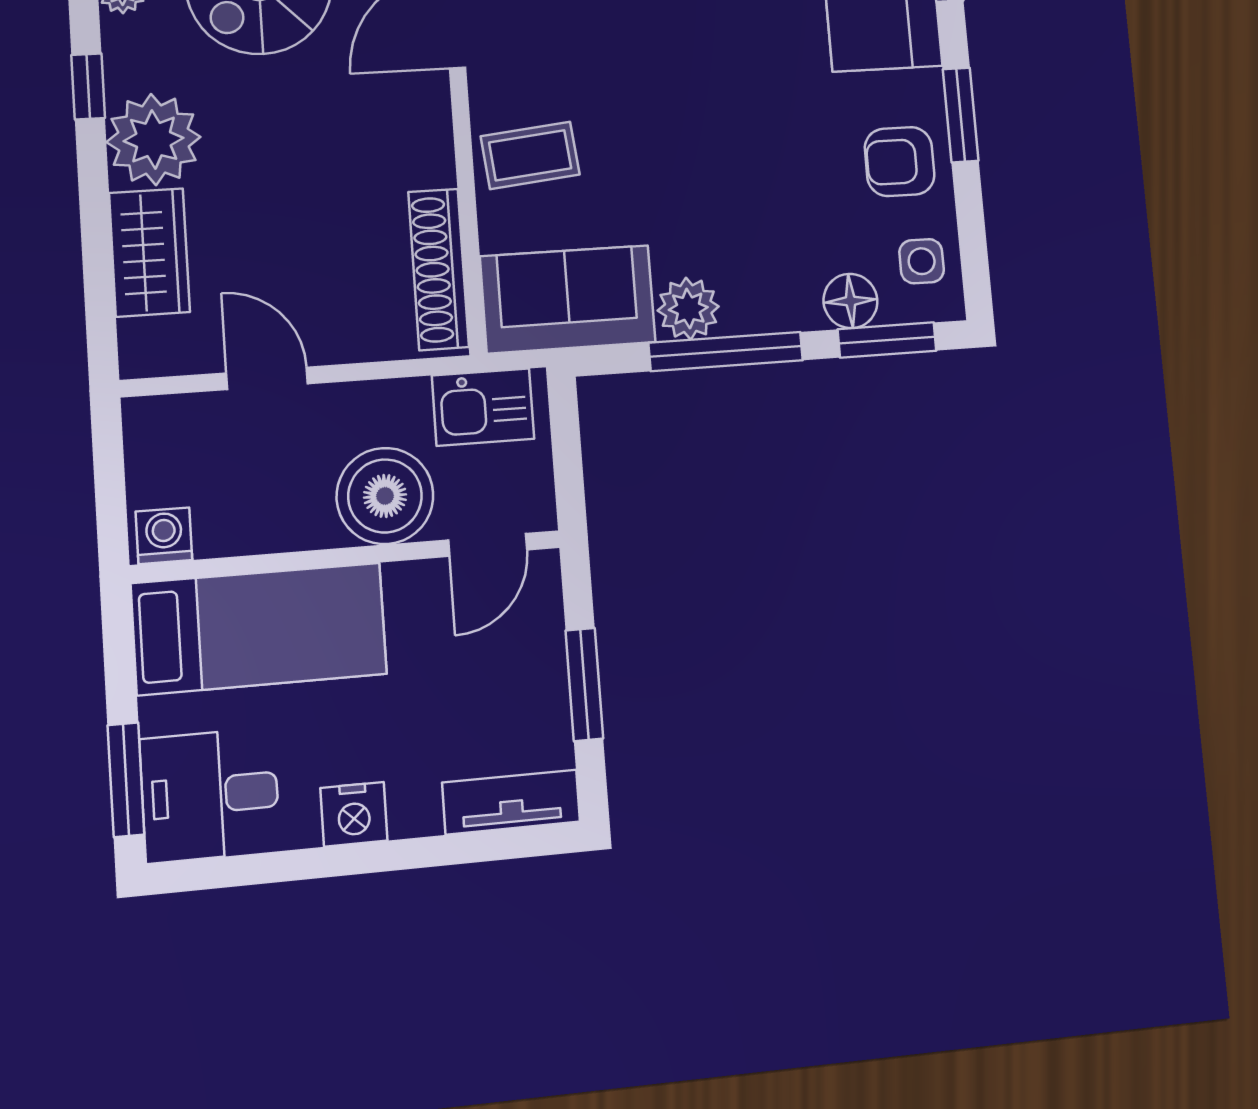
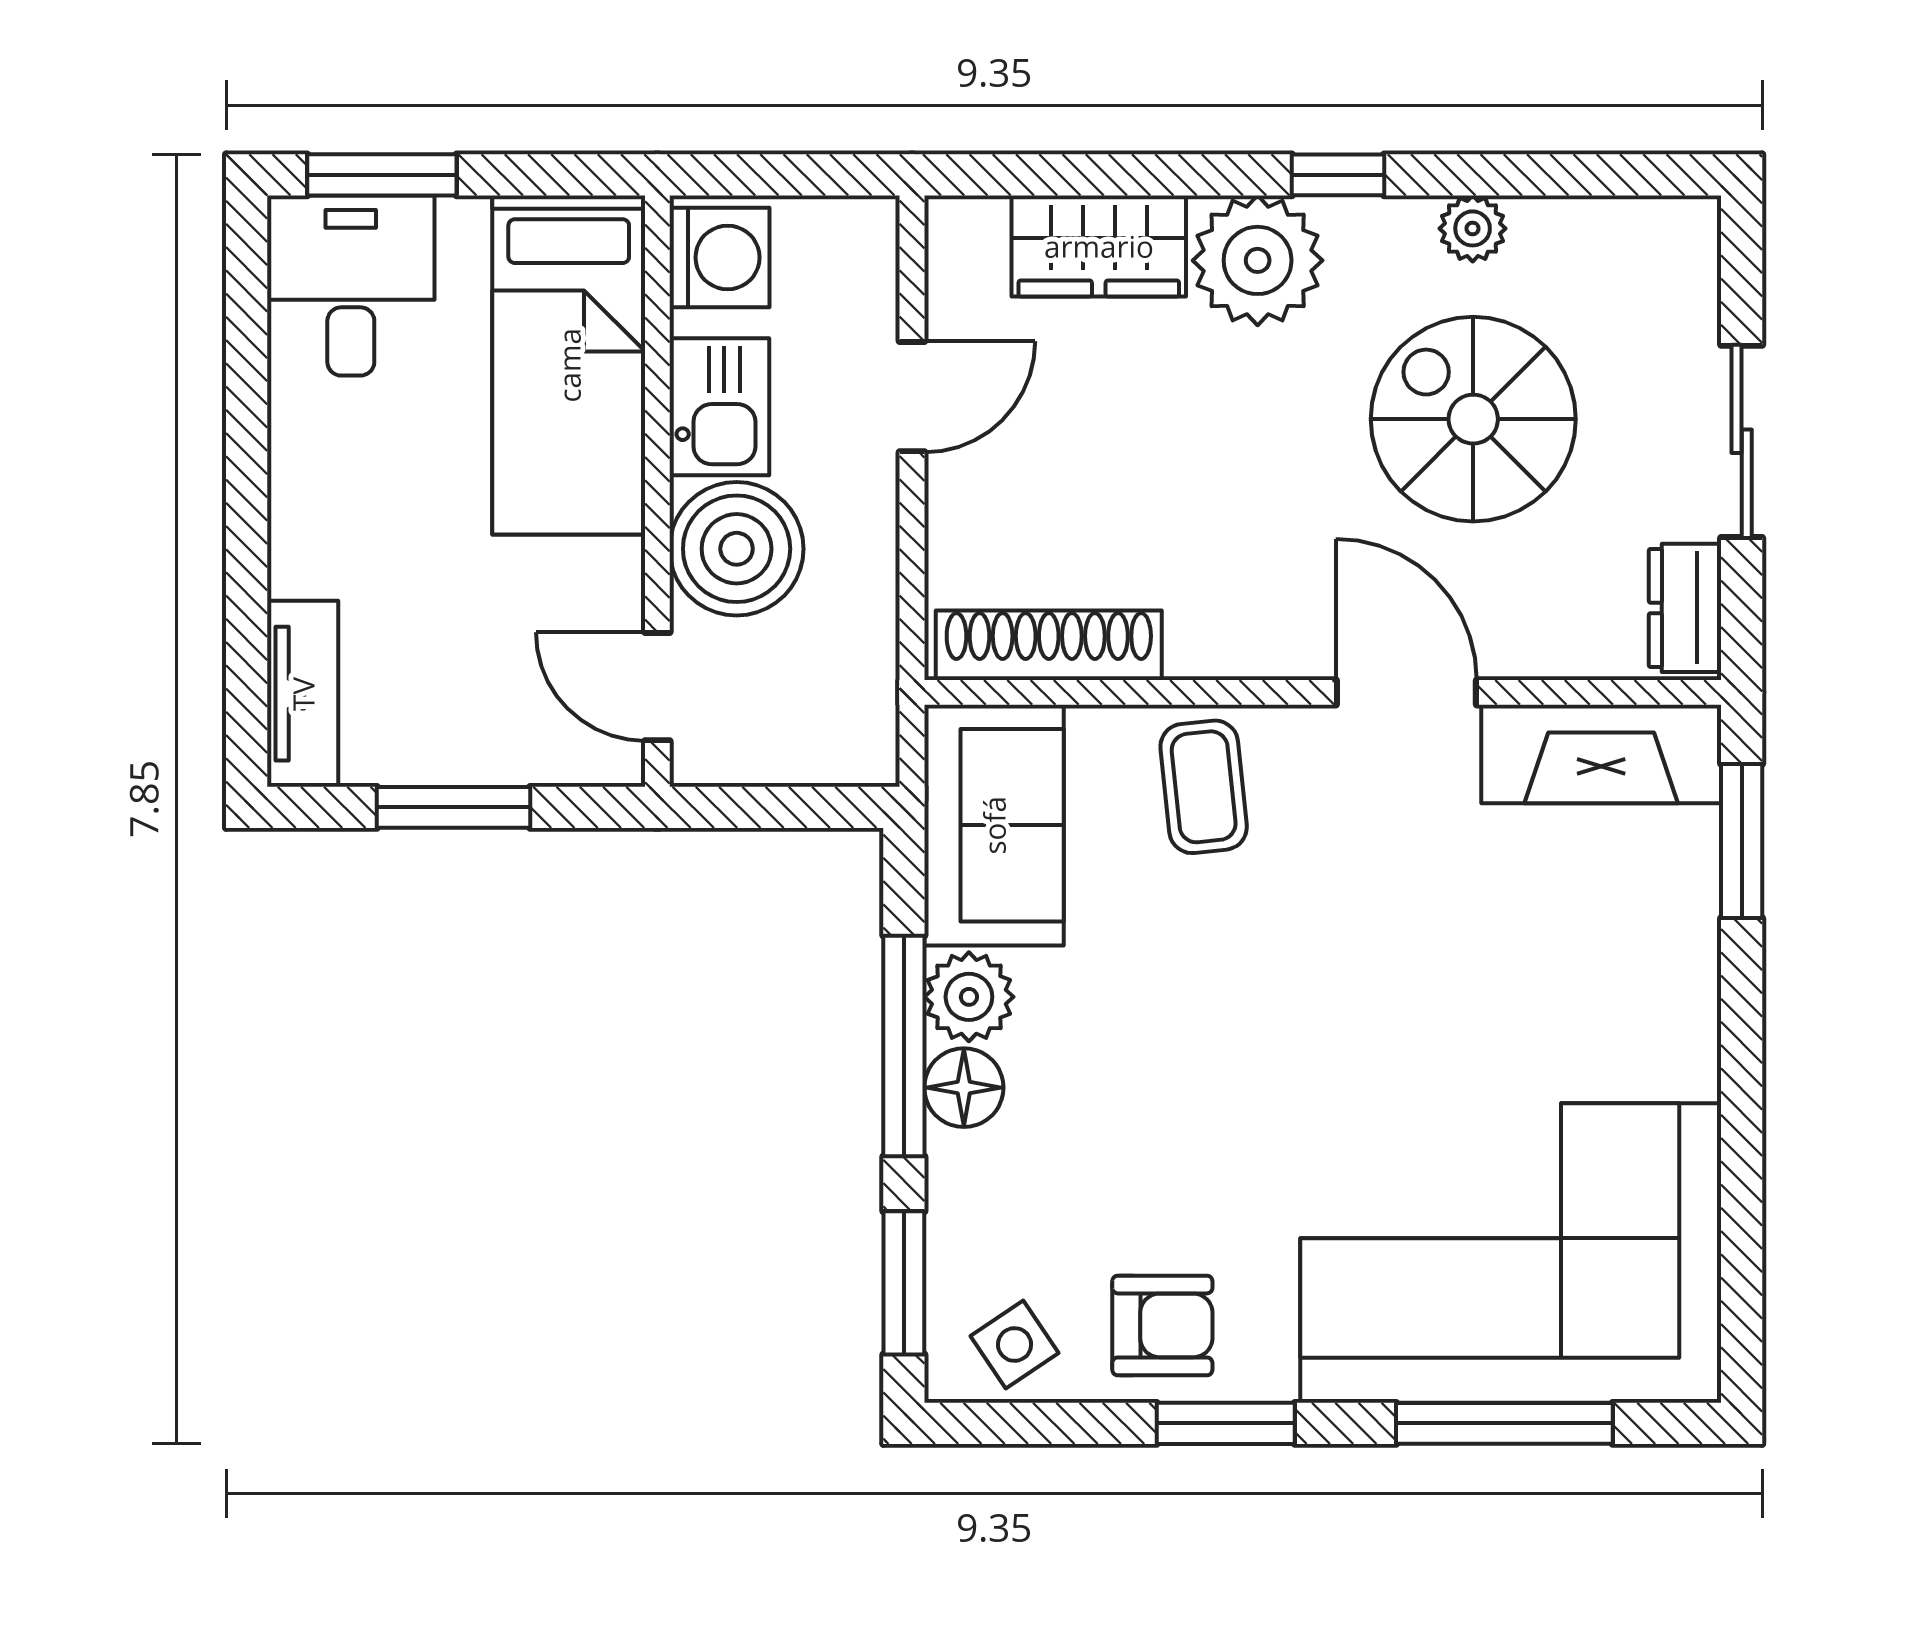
armchair: (900, 162) -> (1162, 1325), turned 90
side table: (922, 261) -> (1015, 1344), turned -34
floor lamp: (850, 301) -> (964, 1088), moved
kitchen sink: (483, 407) -> (719, 407), moved, turned 180
washing machine: (164, 536) -> (720, 257), width x1.38, depth x1.38
nightstand: (354, 814) -> (307, 478), removed

